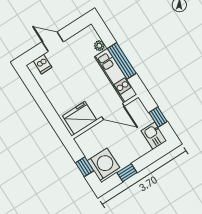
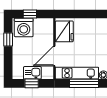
kitchen sink: (154, 136) -> (32, 73), moved

